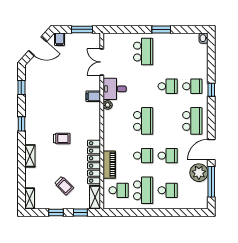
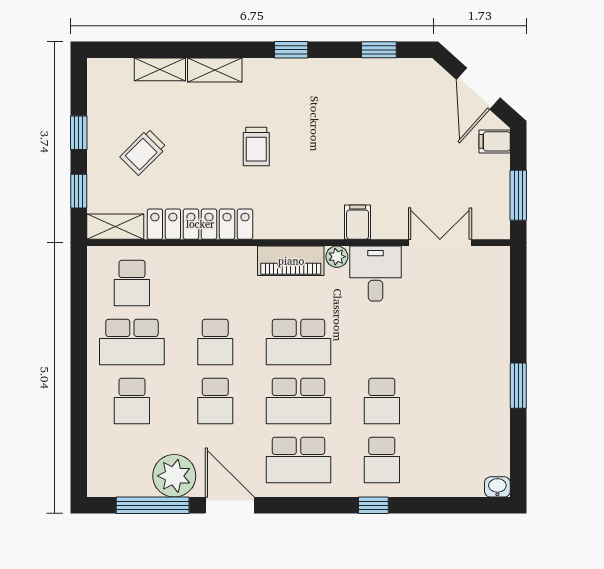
school desk: (143, 52) -> (299, 401), moved
piano: (109, 165) -> (291, 261), moved
shelving: (30, 198) -> (160, 69), moved

